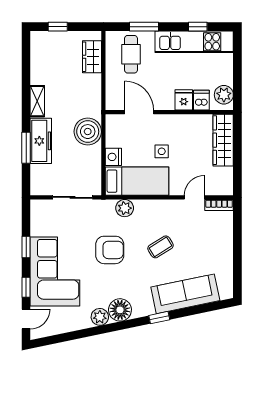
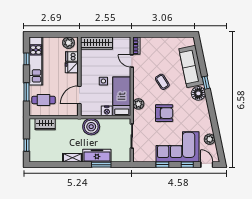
armchair: (110, 250) -> (164, 113), turned 90
floor lamp: (120, 310) -> (198, 93), moved
plant: (100, 317) -> (210, 139), moved

